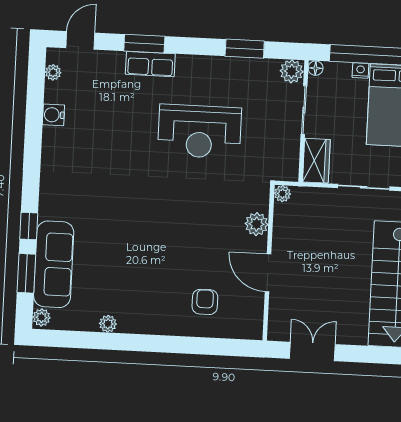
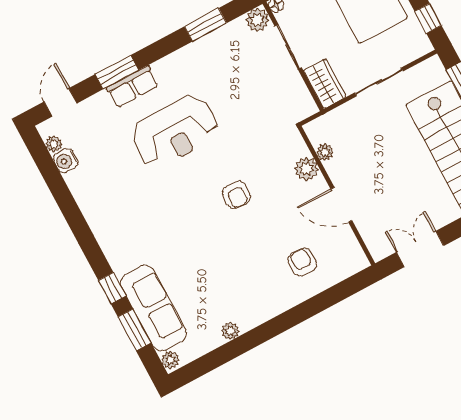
water cooler: (53, 115) -> (65, 161), moved
reception desk: (199, 131) -> (175, 131), moved
plant: (282, 194) -> (325, 152), moved
armchair: (183, 210) -> (236, 195), added

